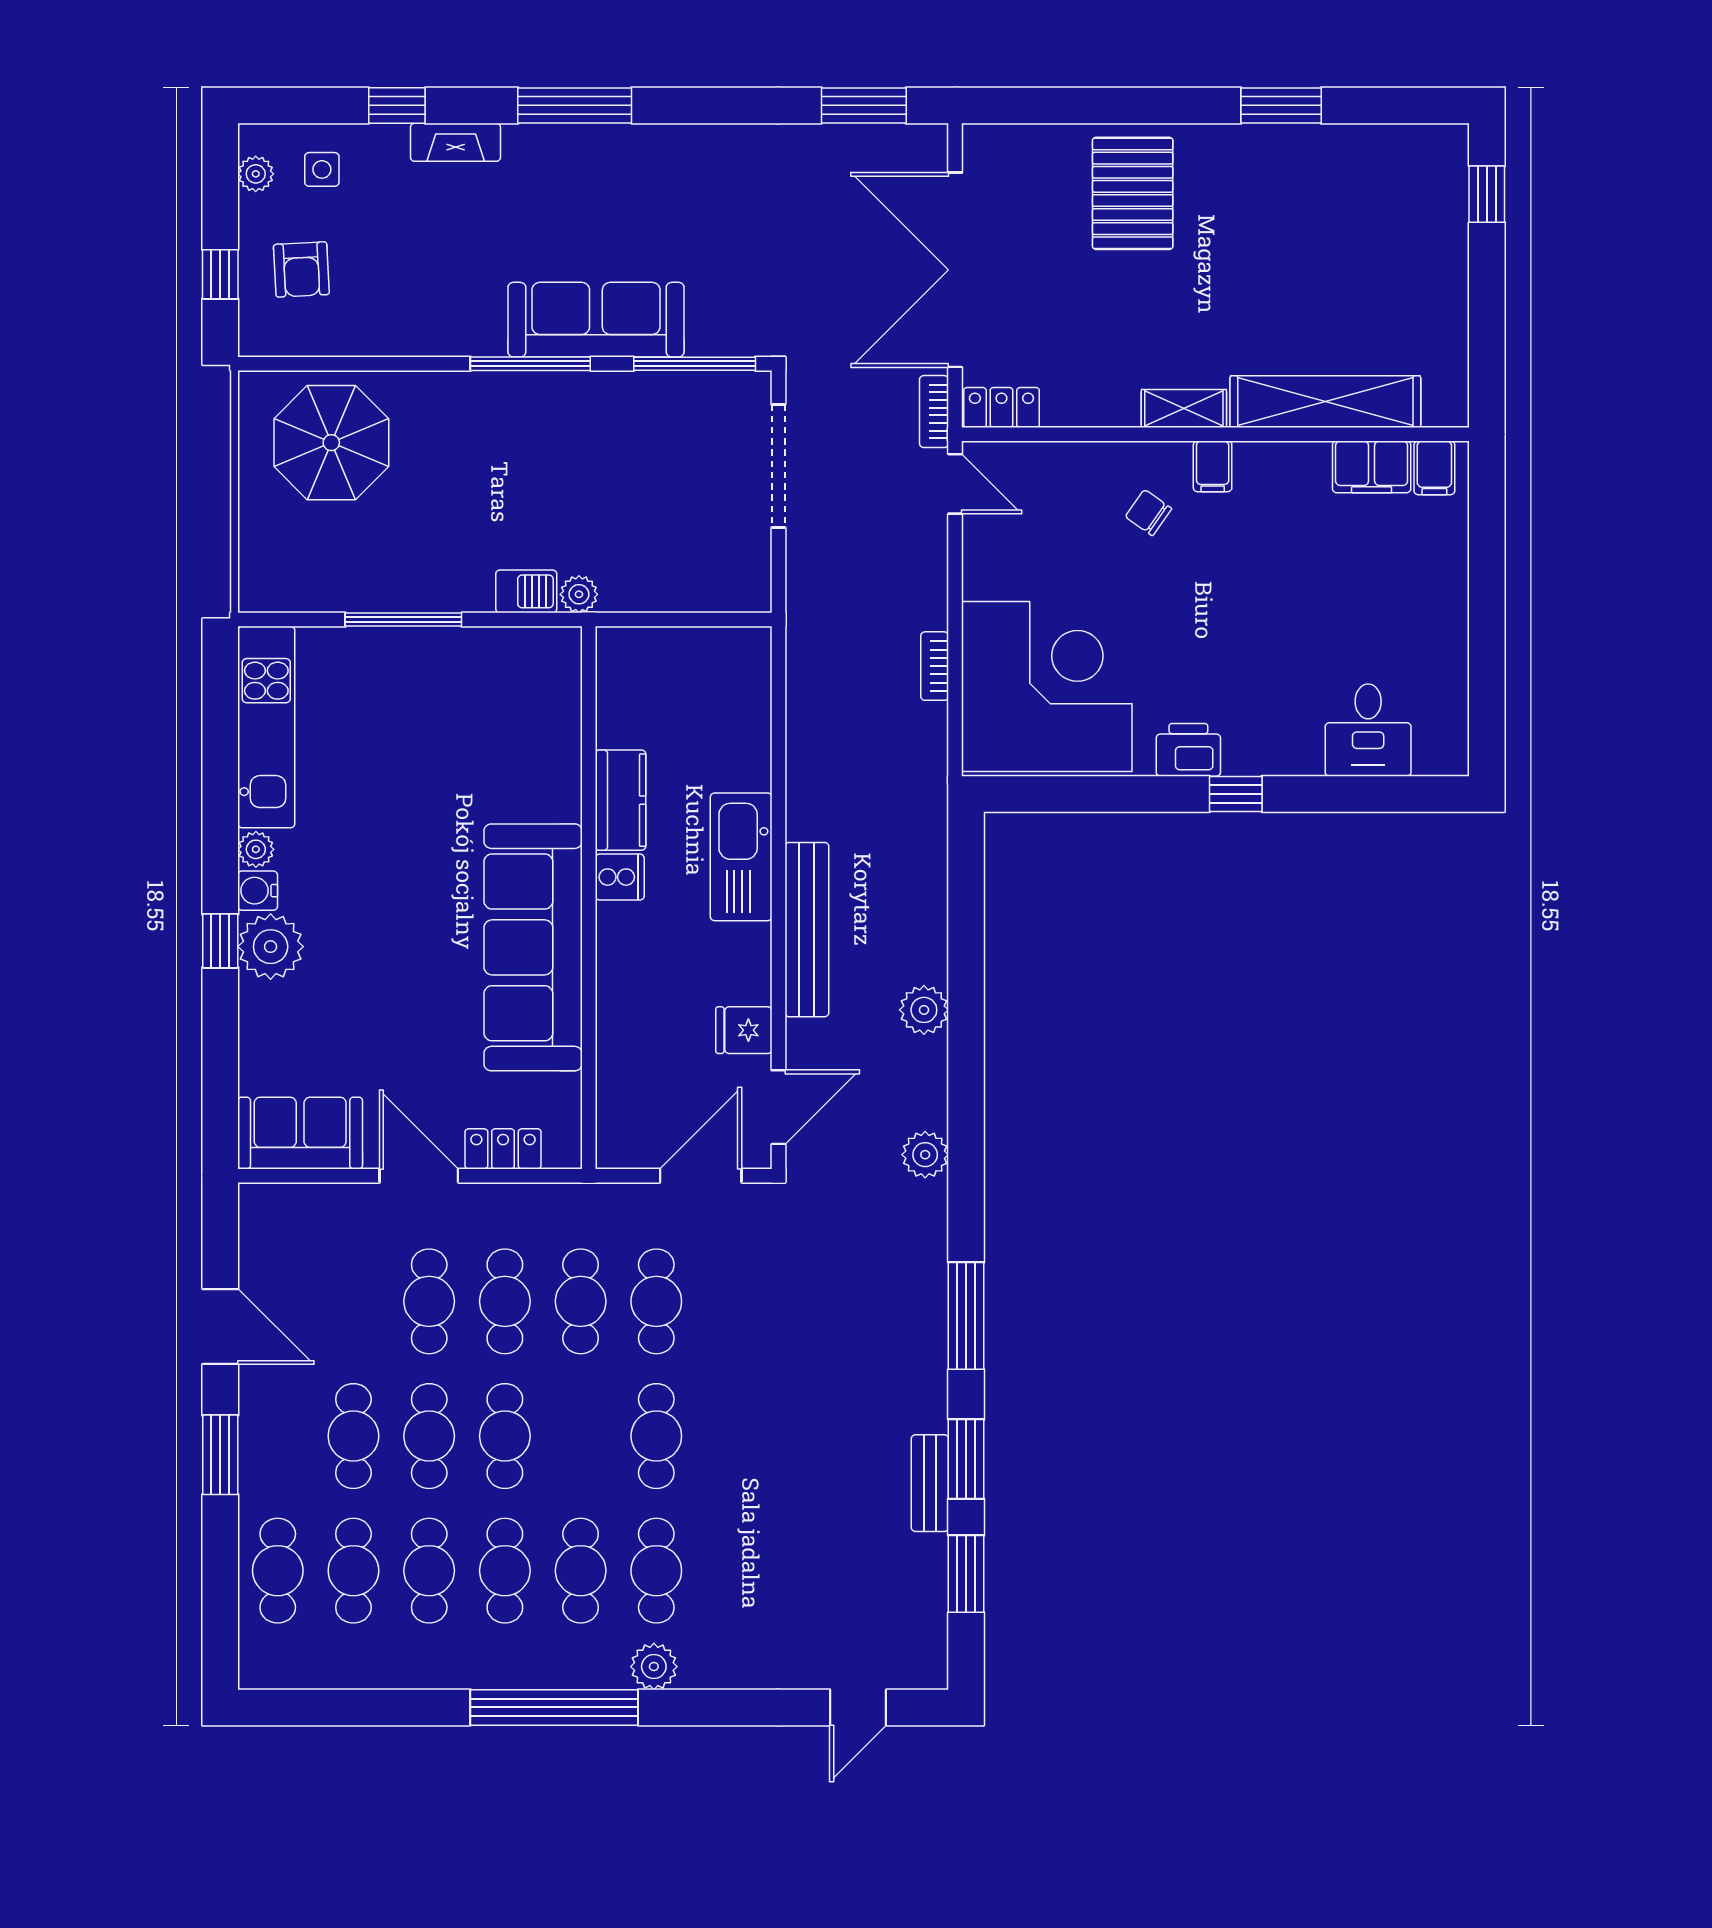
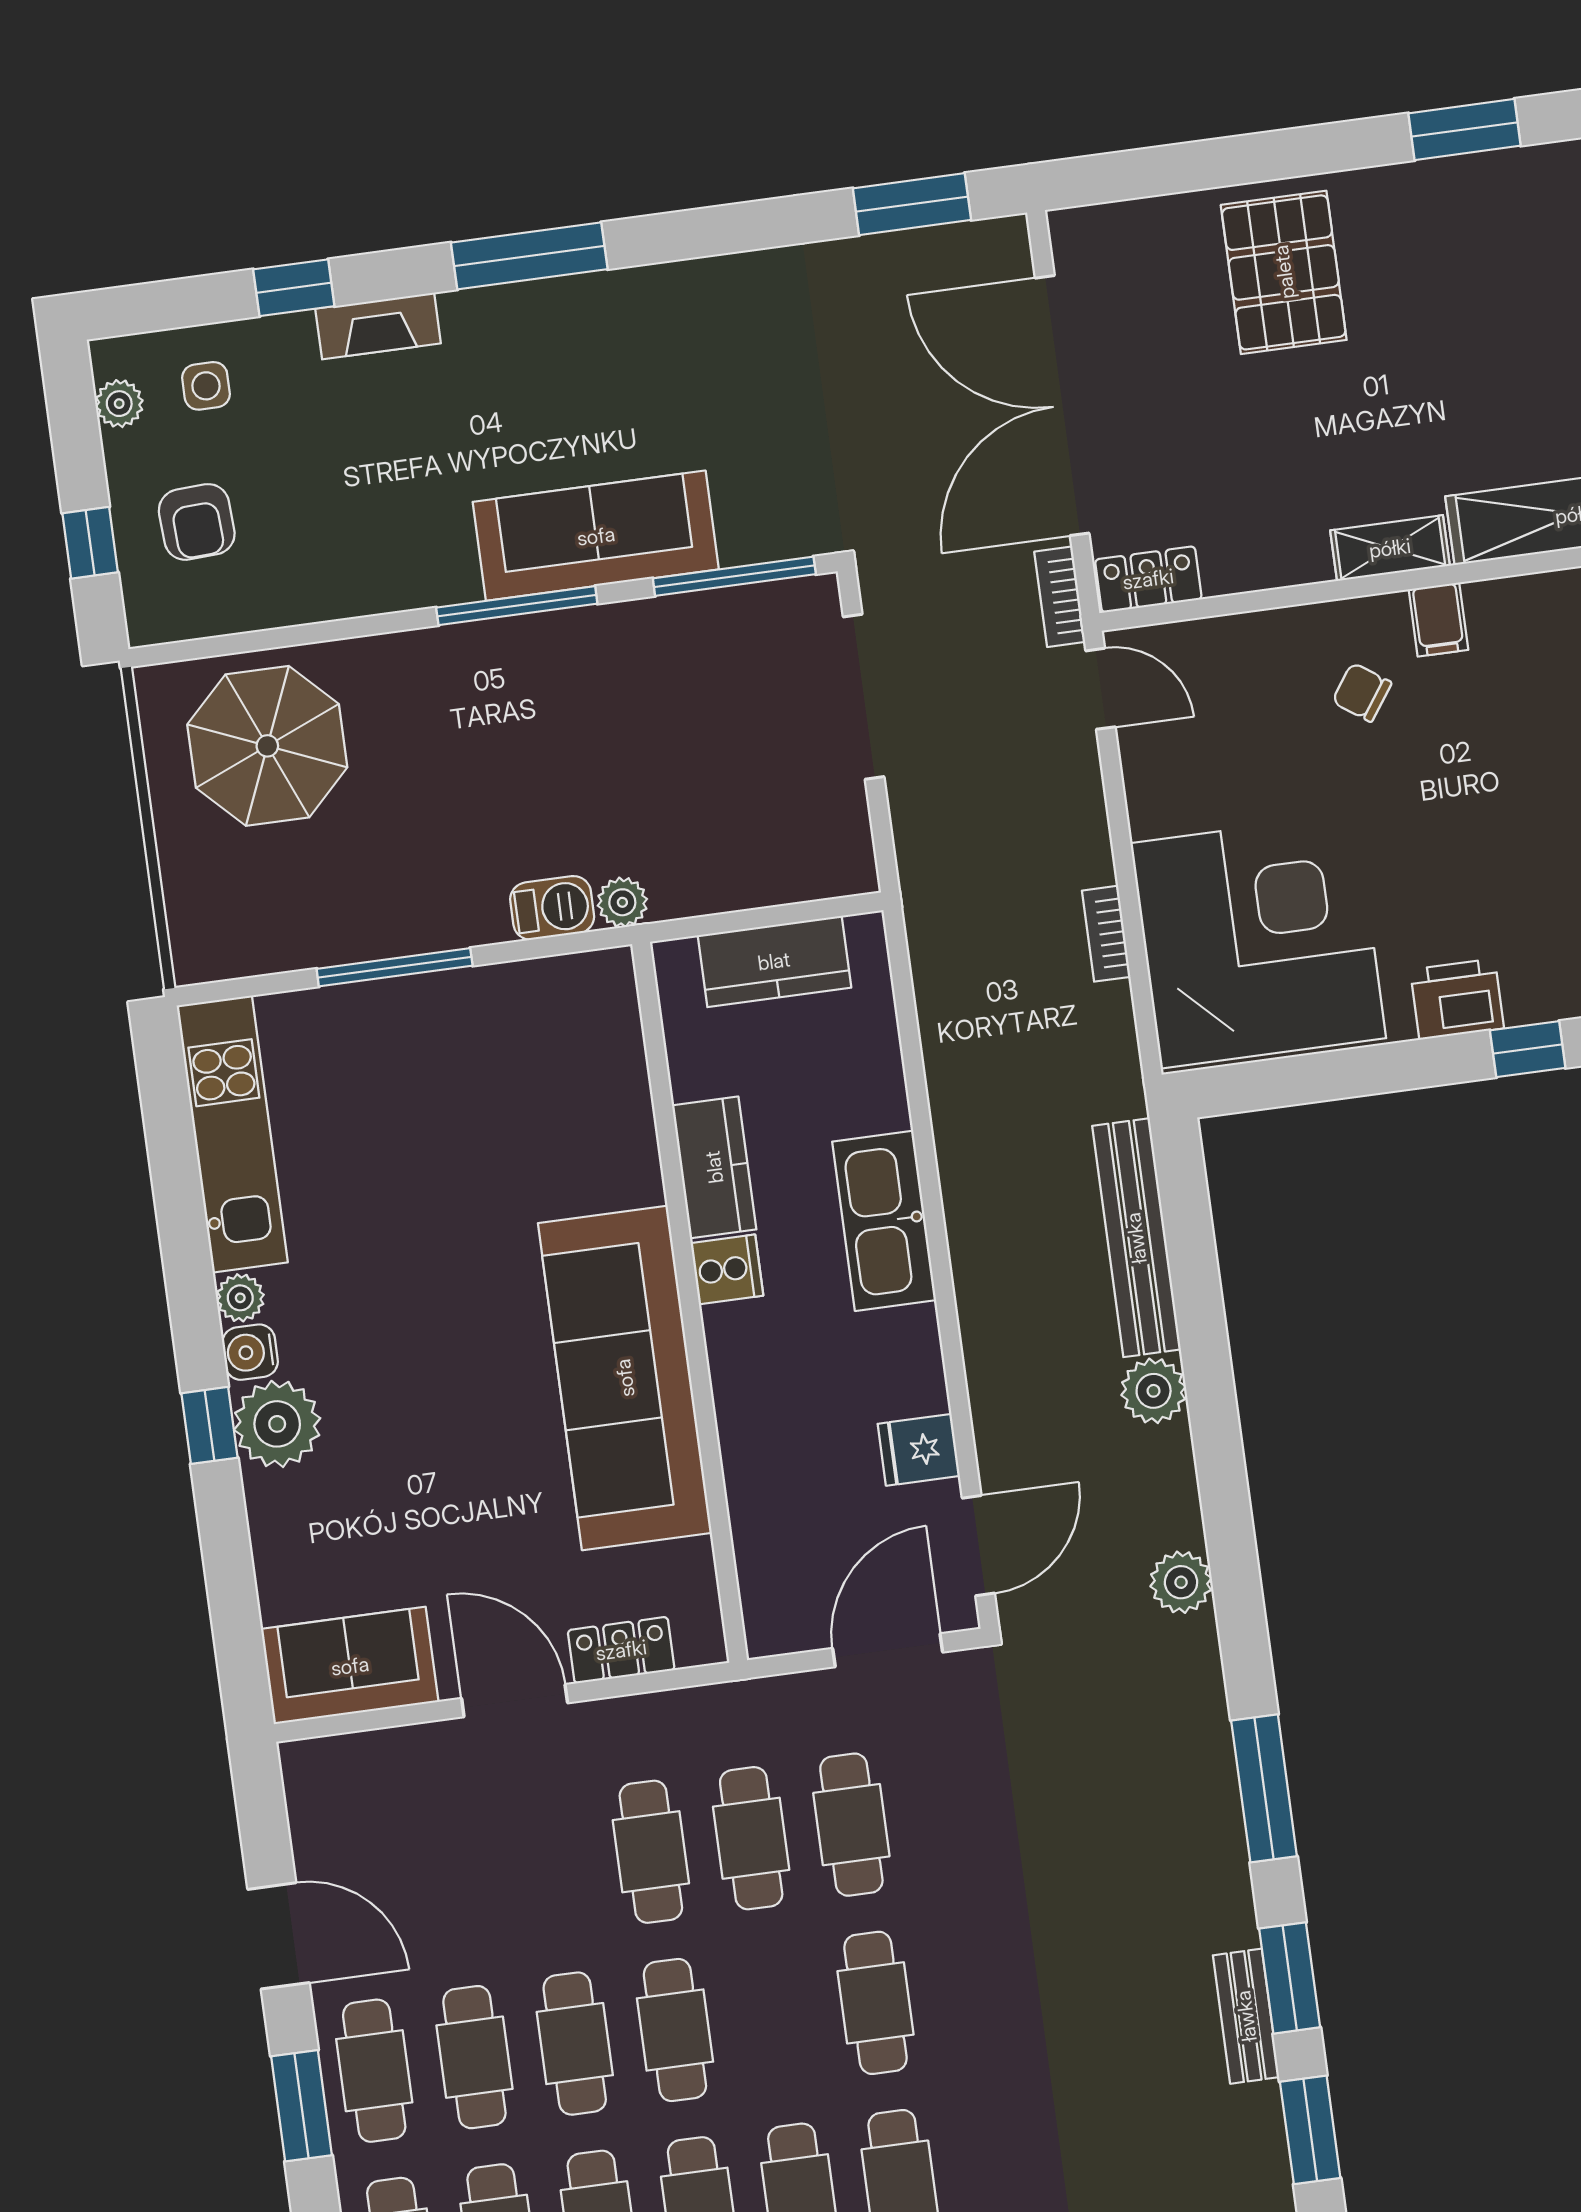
kitchen counter: (686, 653) -> (774, 961), added
bench: (807, 930) -> (1136, 1238), moved
cafe table: (429, 1301) -> (374, 2071), moved

